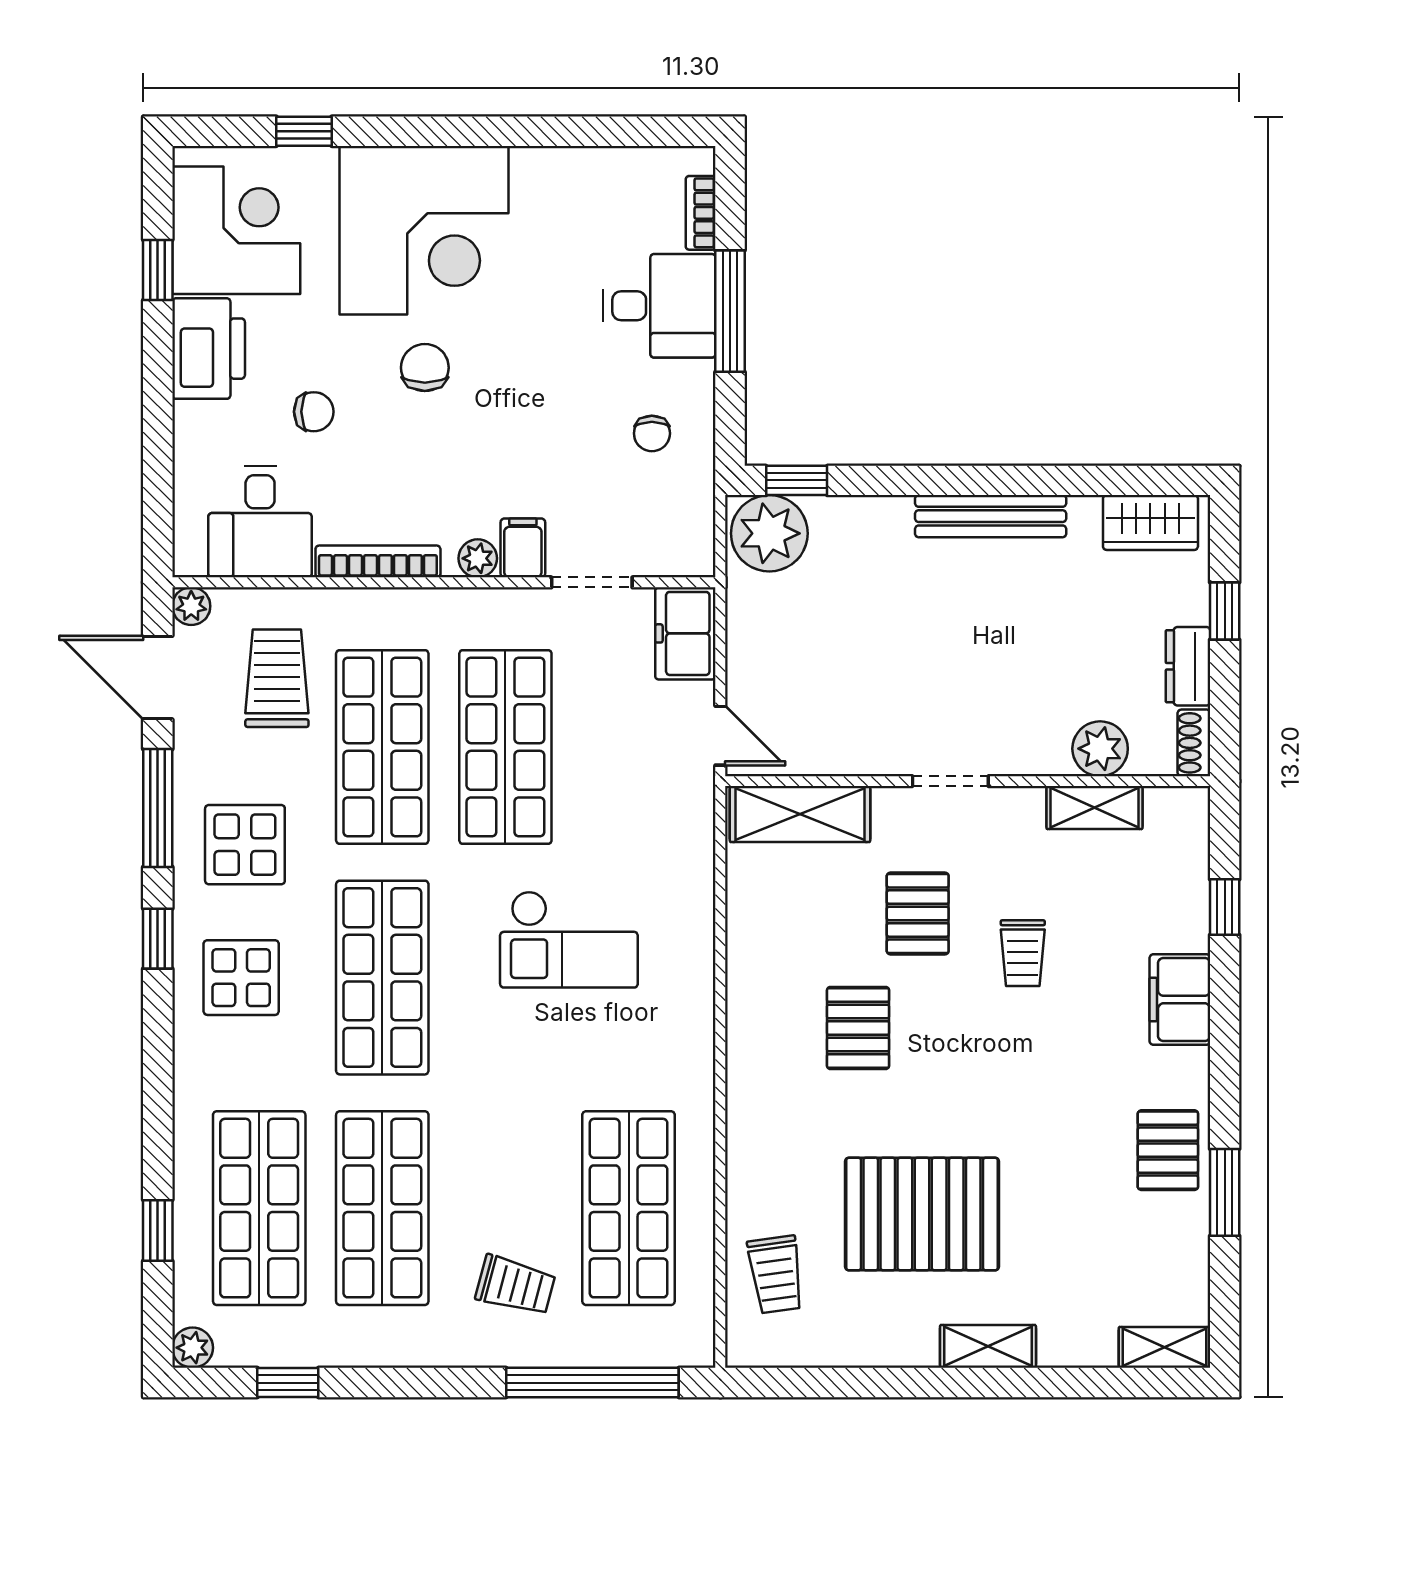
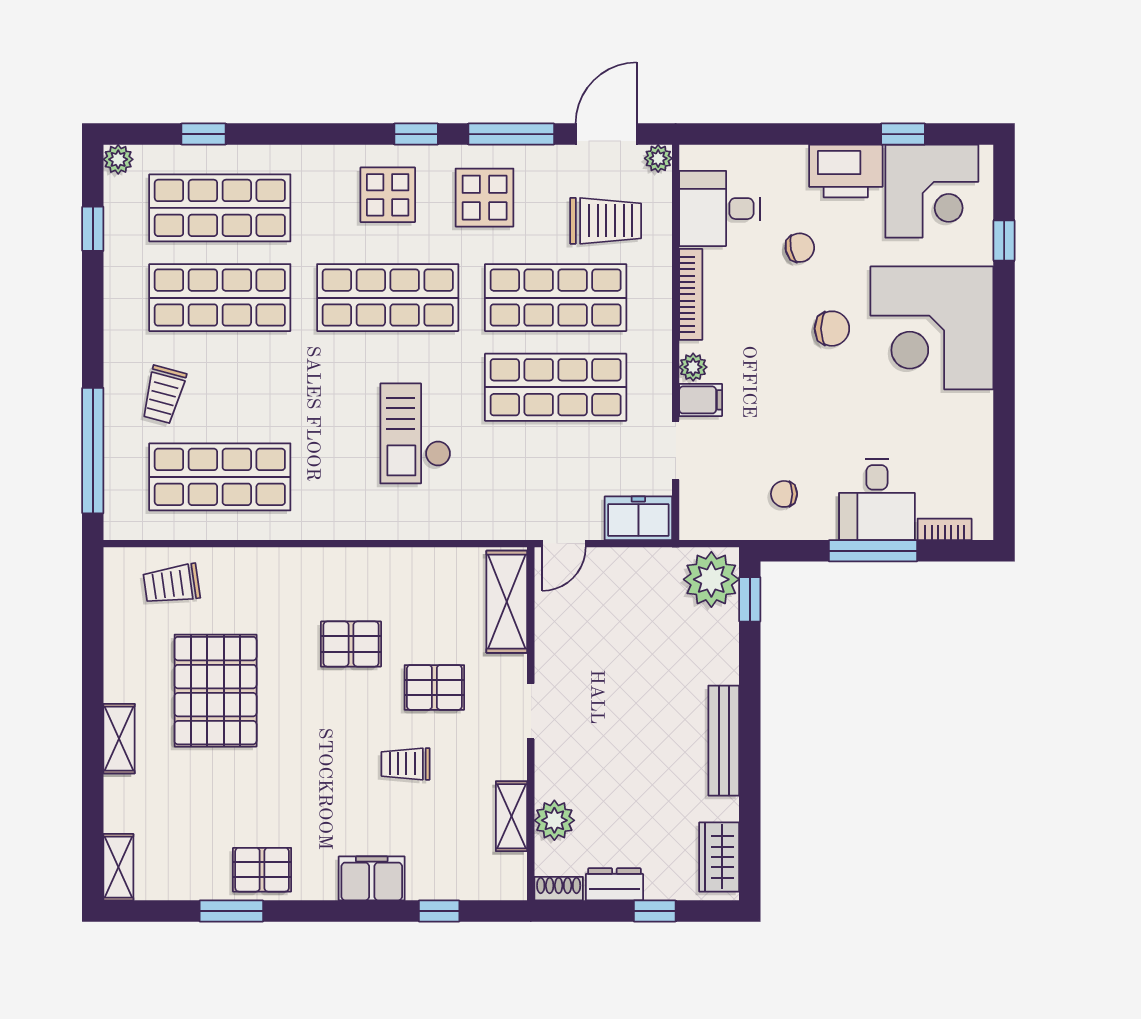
chair: (314, 412) -> (800, 248), turned -102

